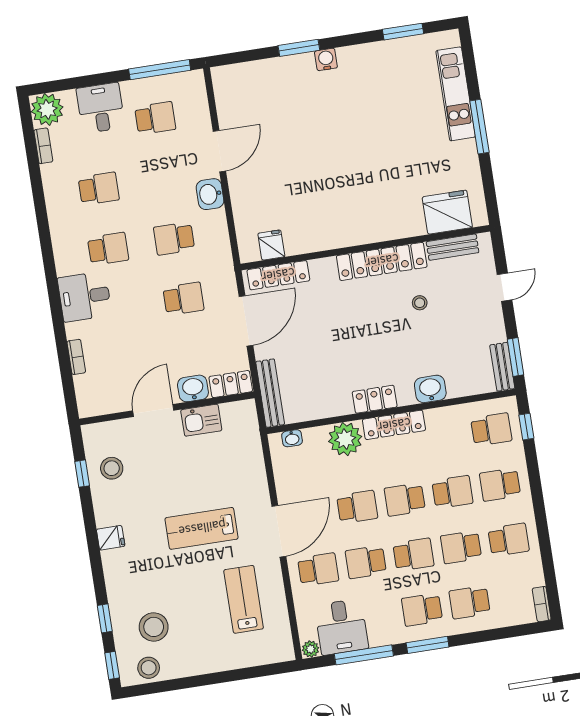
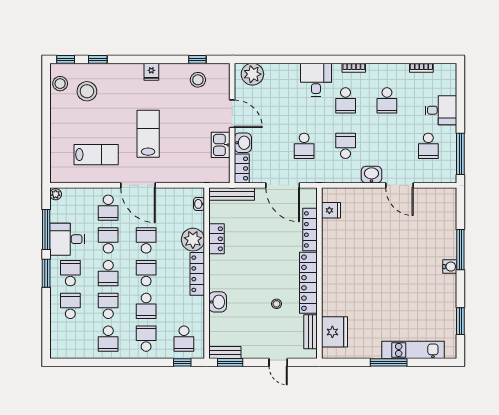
window: (299, 48) -> (460, 250), width x1.44
plant: (47, 109) -> (252, 74), moved
locker: (278, 275) -> (310, 229), moved
bookcase: (76, 357) -> (354, 68), moved
locker: (375, 399) -> (217, 239), moved
school desk: (357, 507) -> (146, 240), turned 180
bookcase: (542, 604) -> (62, 354), removed
desk: (341, 627) -> (67, 239), moved

